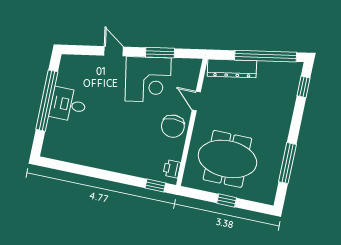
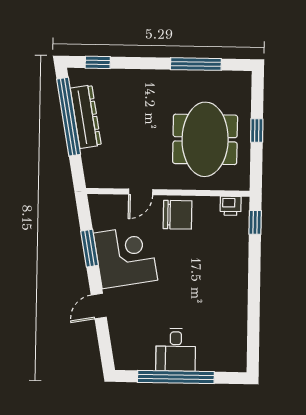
dresser: (232, 68) -> (86, 117), moved

